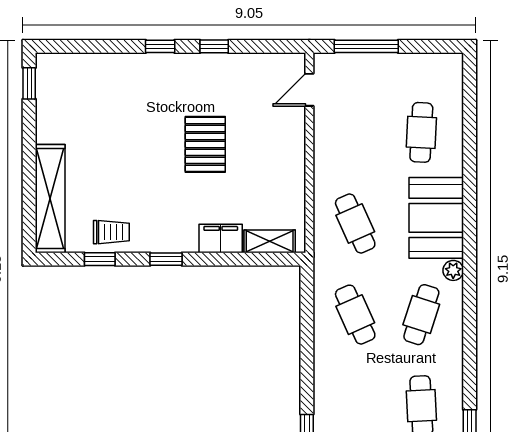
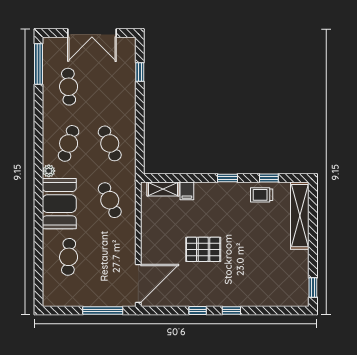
door: (309, 90) -> (138, 283), width x1.88
pallet: (205, 144) -> (203, 249), turned 90
filing cabinet: (221, 238) -> (187, 191), width x0.50

